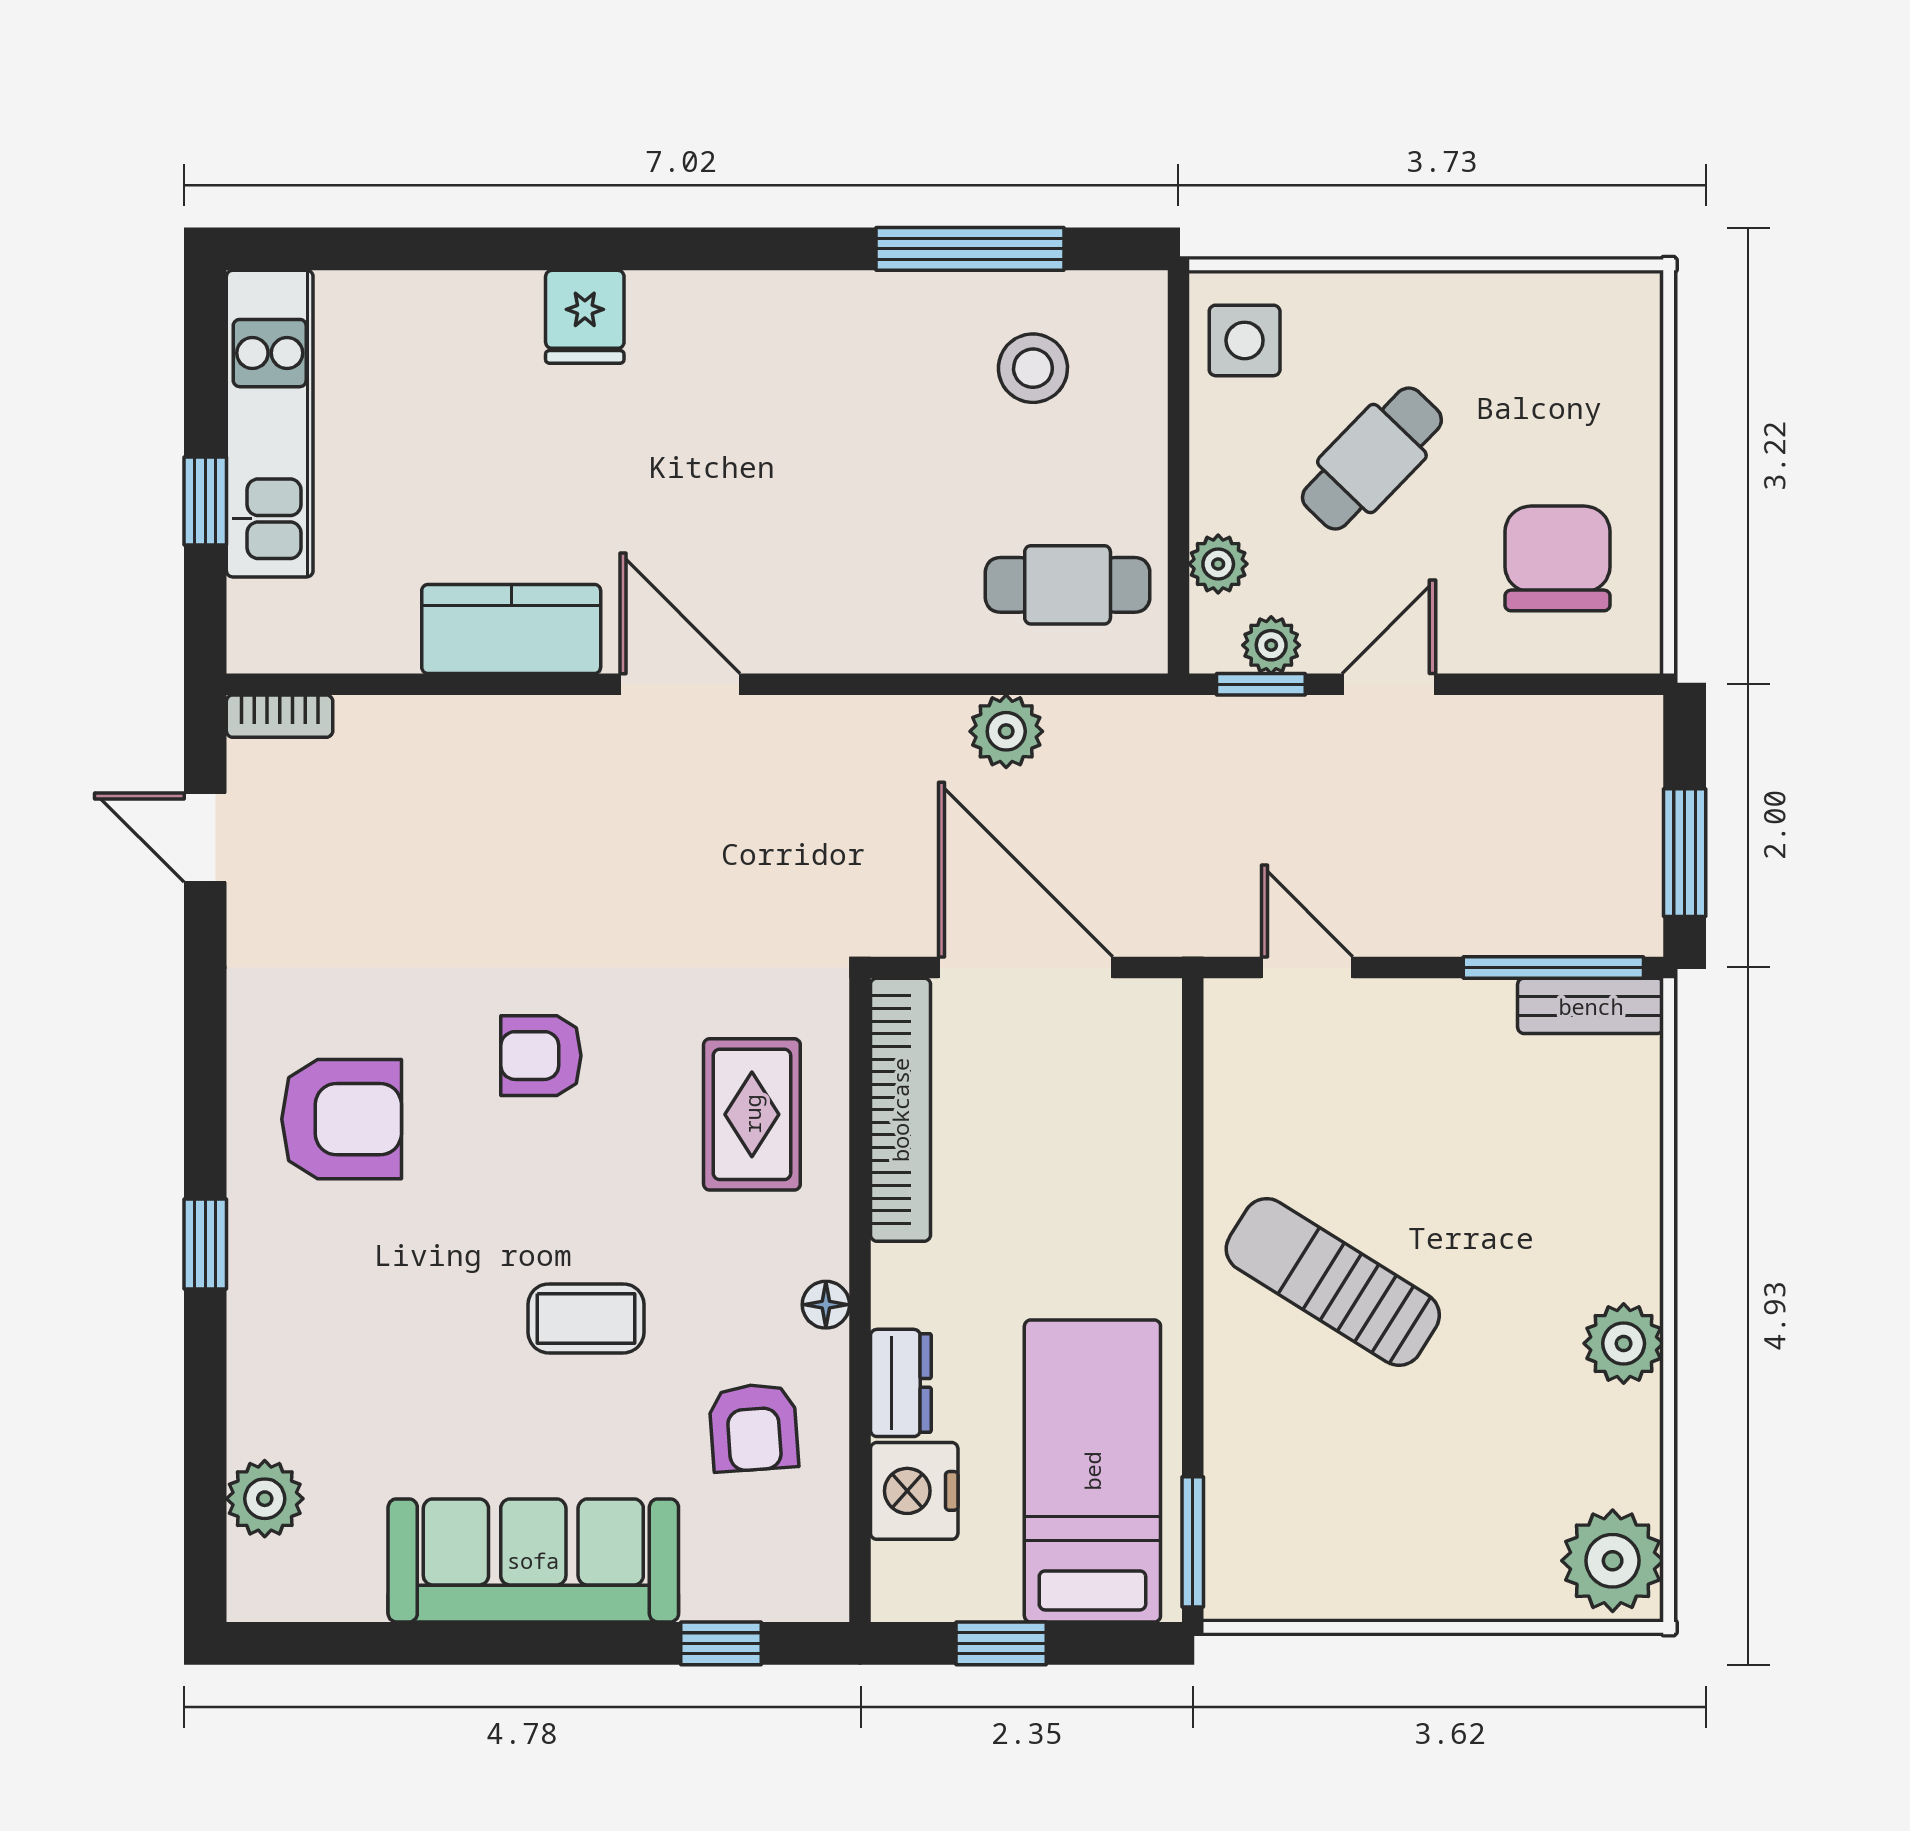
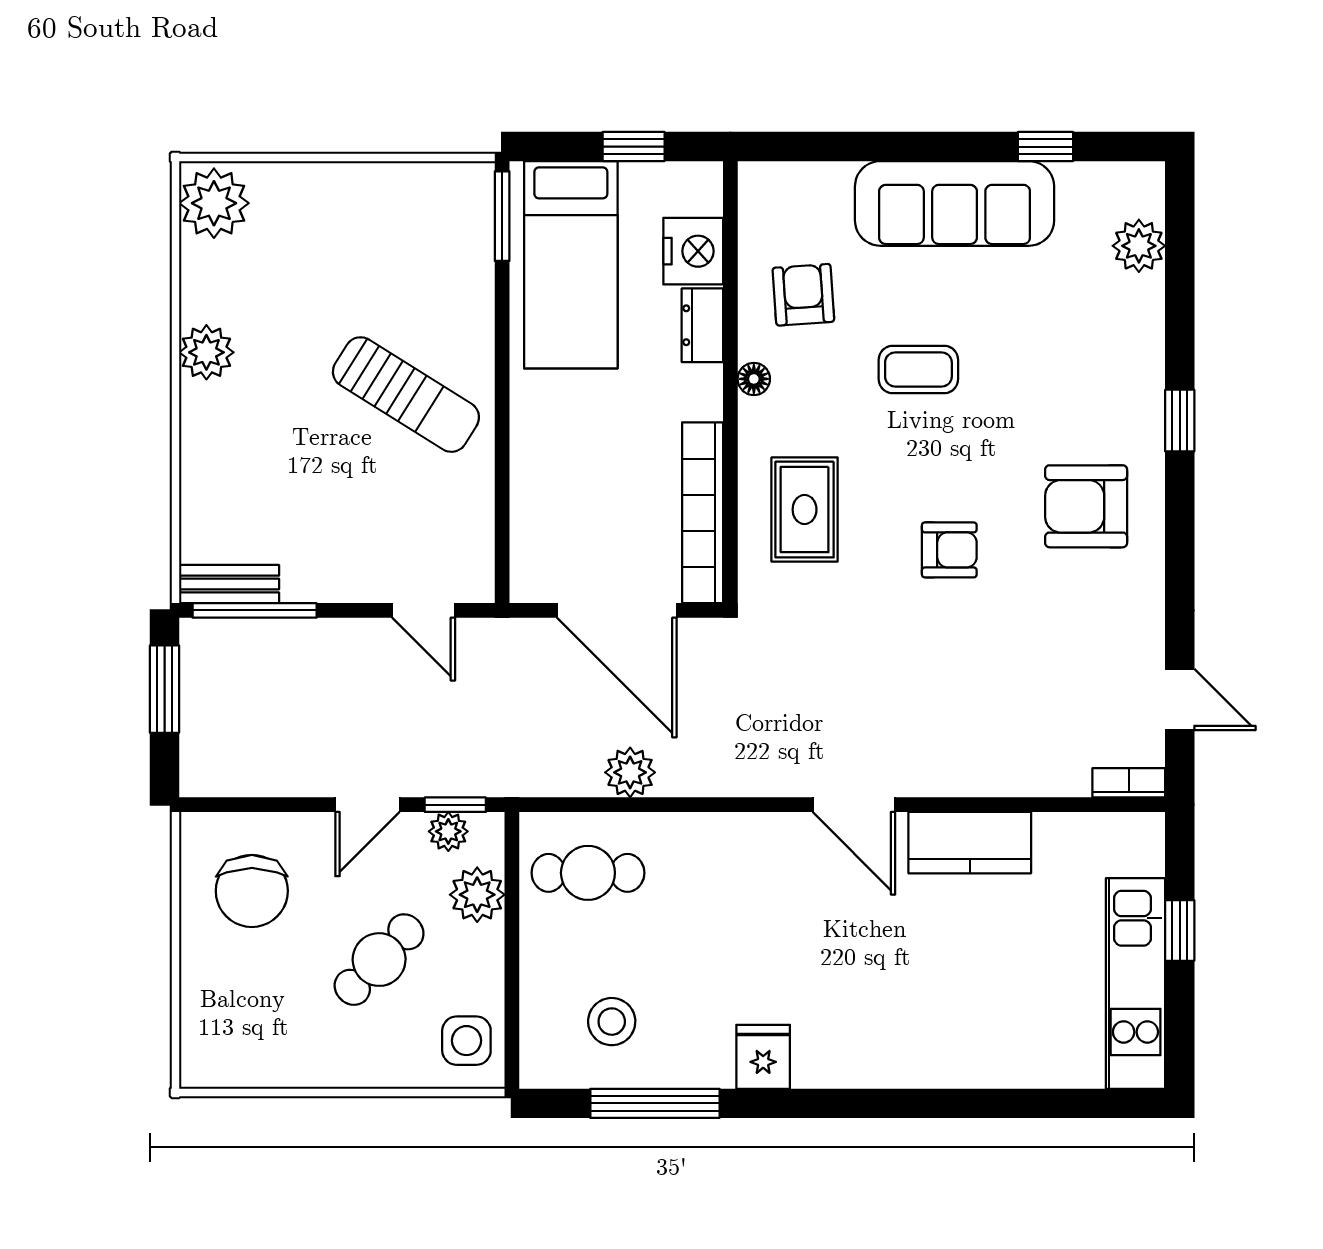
fridge: (585, 317) -> (763, 1057), moved
plant: (1218, 564) -> (477, 895), width x1.38, depth x1.38
window: (721, 1643) -> (1045, 147), moved

